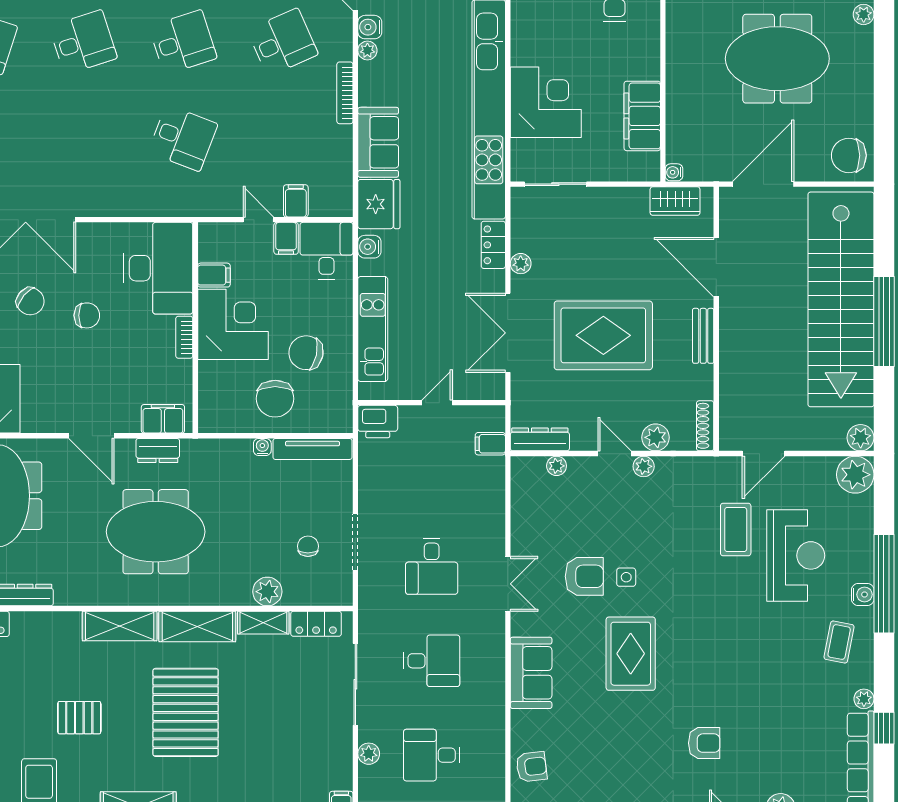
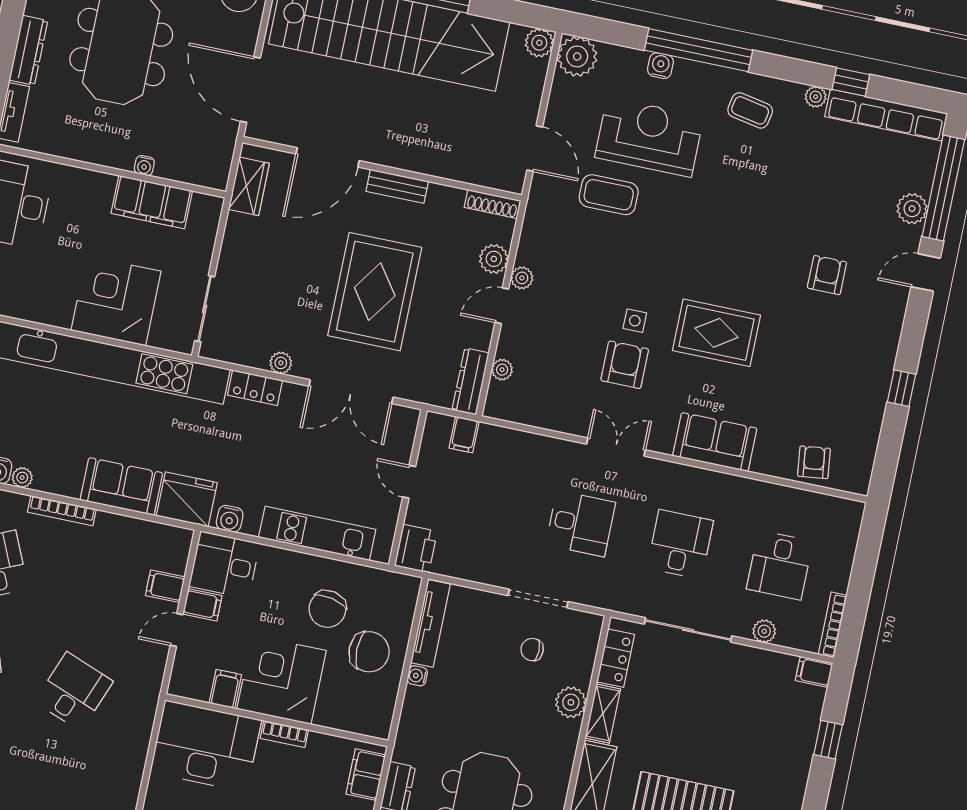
water cooler: (674, 172) -> (144, 166), moved
water cooler: (863, 595) -> (660, 66), moved

